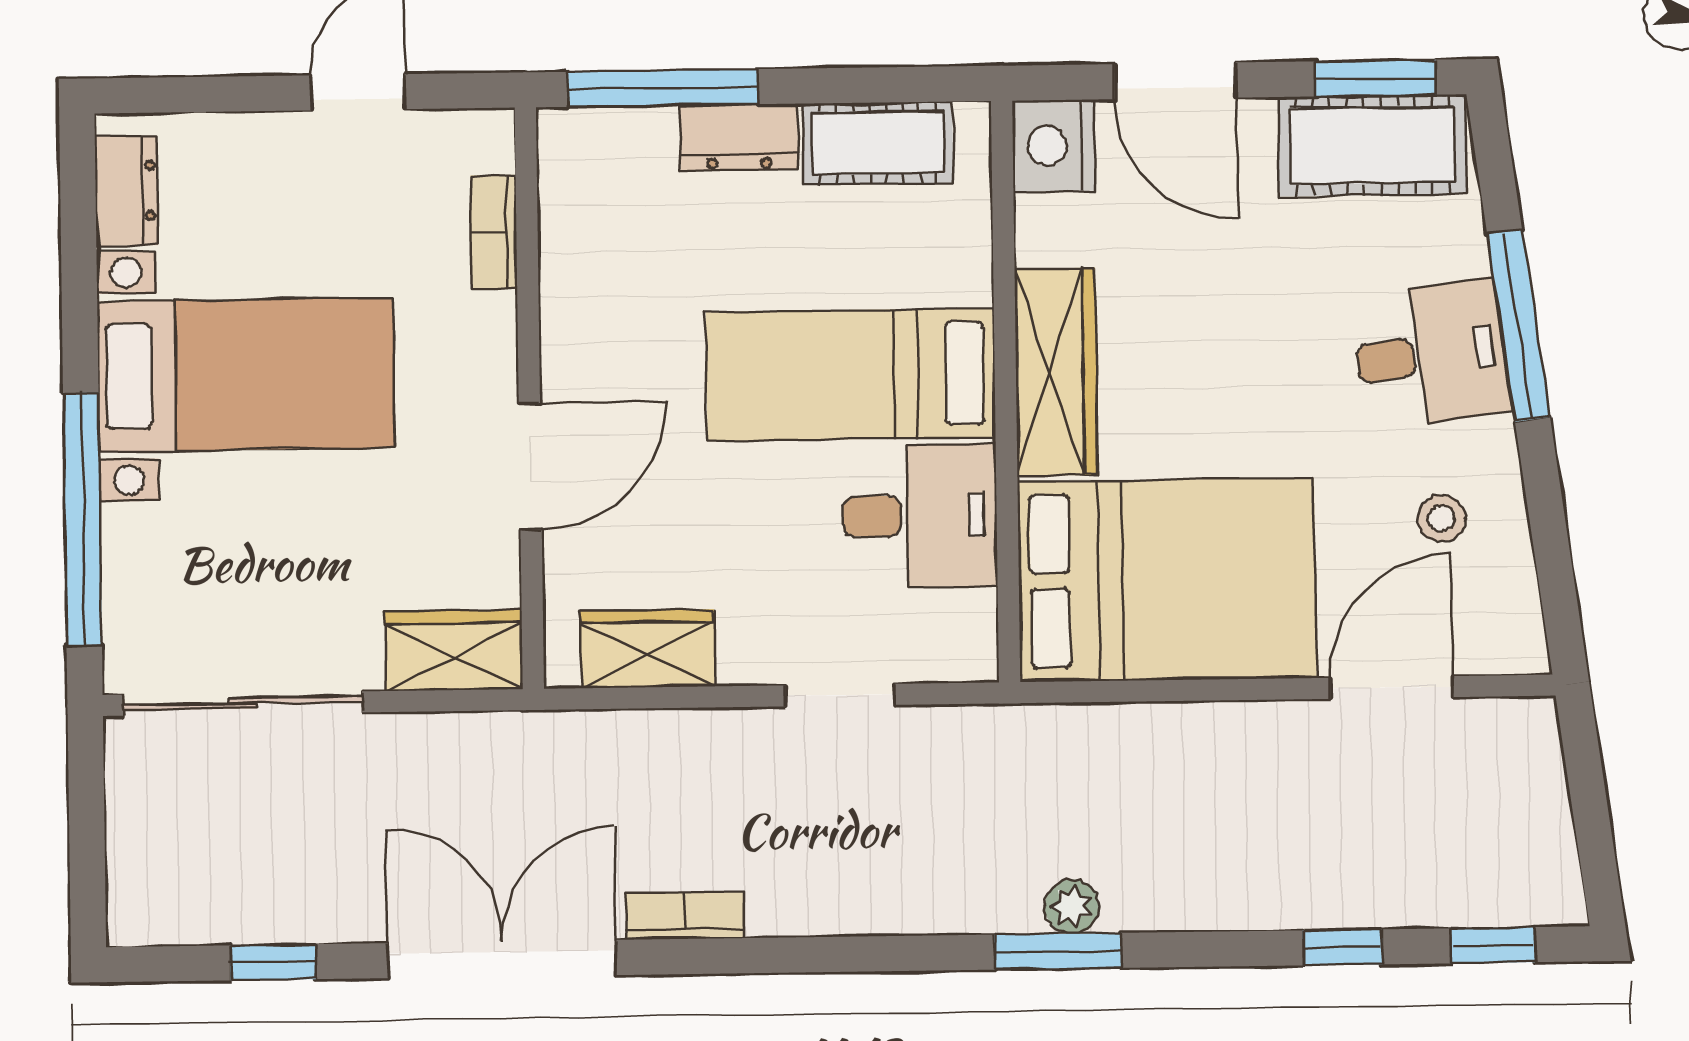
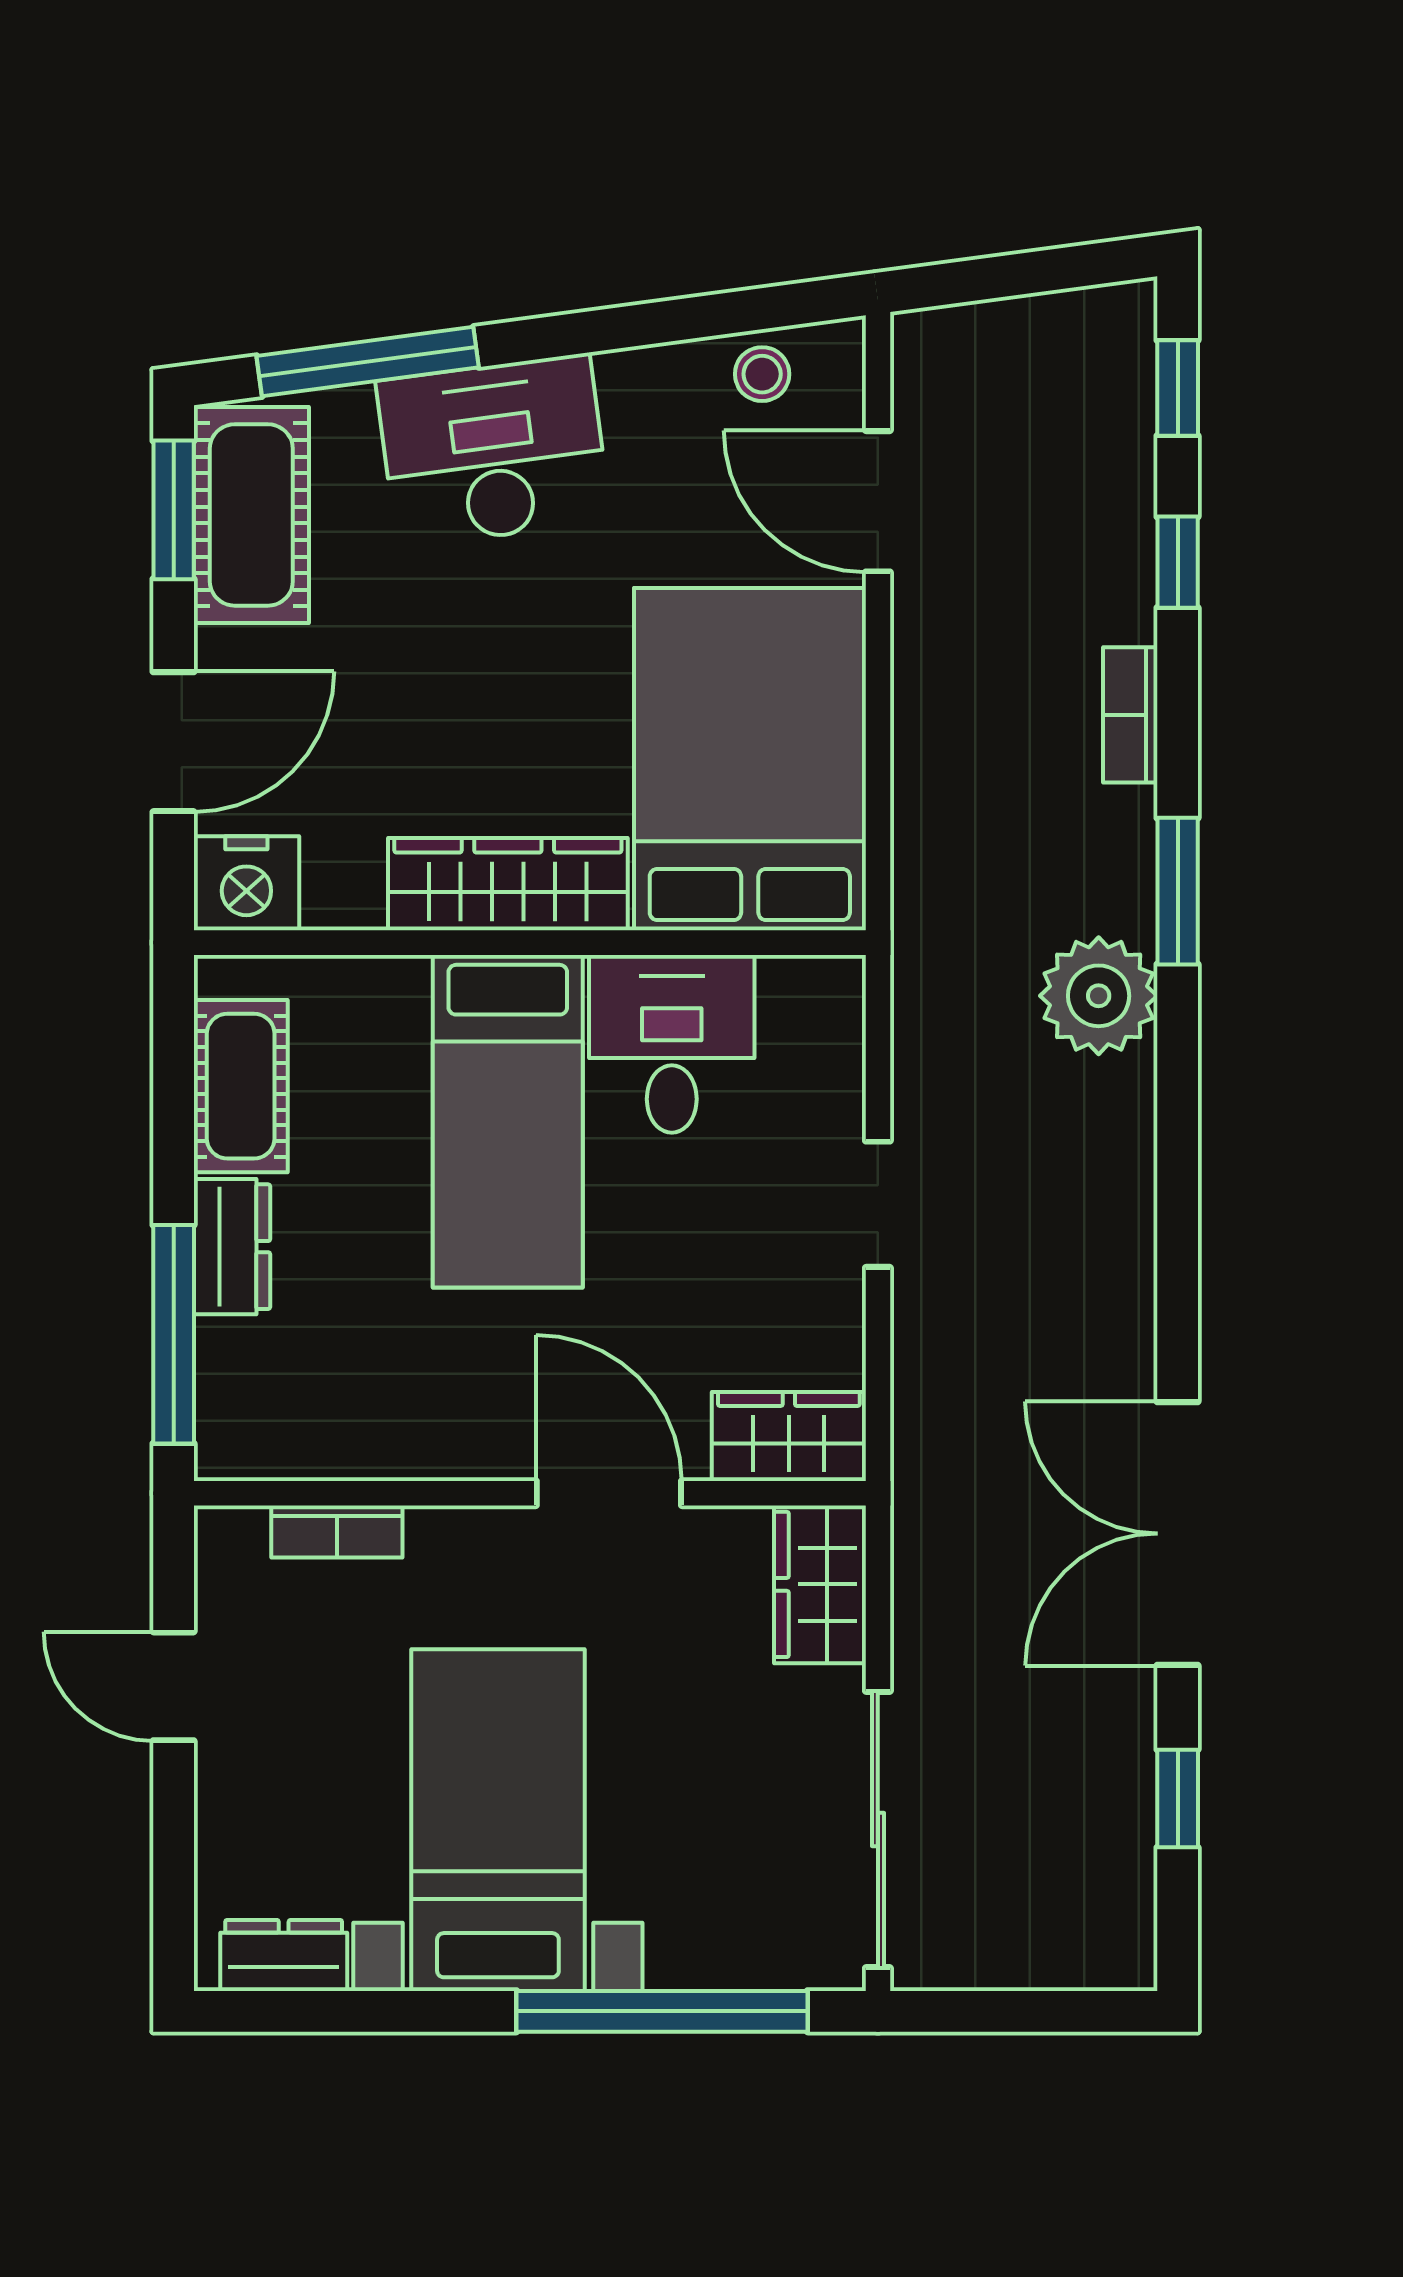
window: (1519, 326) -> (368, 362), moved
desk: (1431, 354) -> (494, 451), width x1.37
stool: (1442, 518) -> (762, 374), moved
wardrobe: (648, 649) -> (789, 1436), moved, turned 90
doorway: (840, 695) -> (878, 1204), moved
plant: (1072, 907) -> (1099, 996), moved, width x1.88, depth x1.88
bookcase: (685, 916) -> (1130, 715), moved

